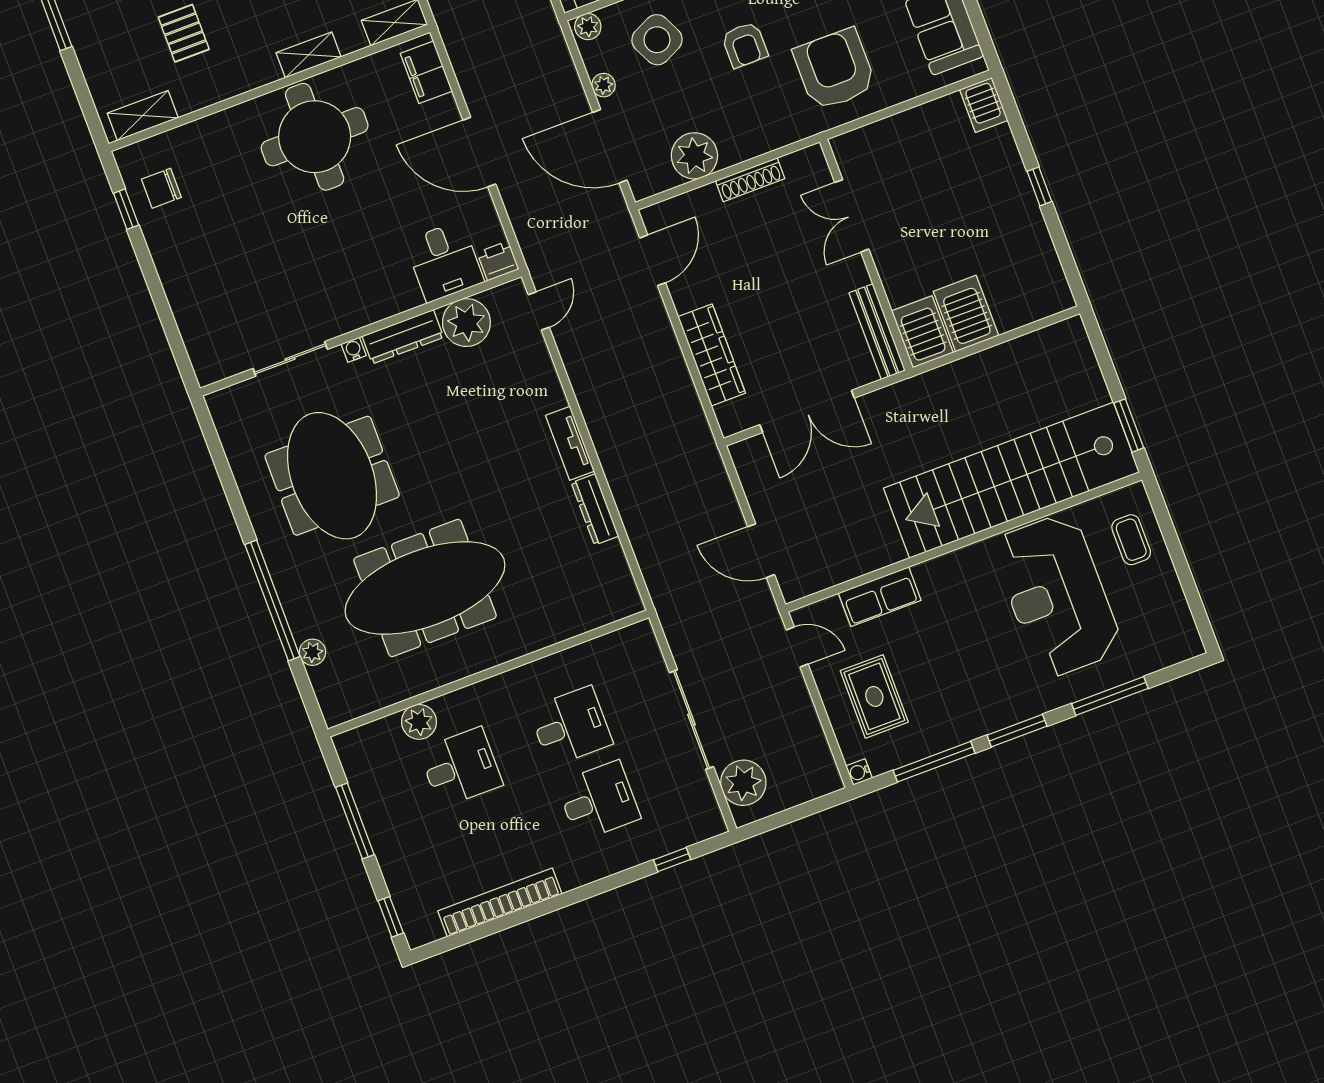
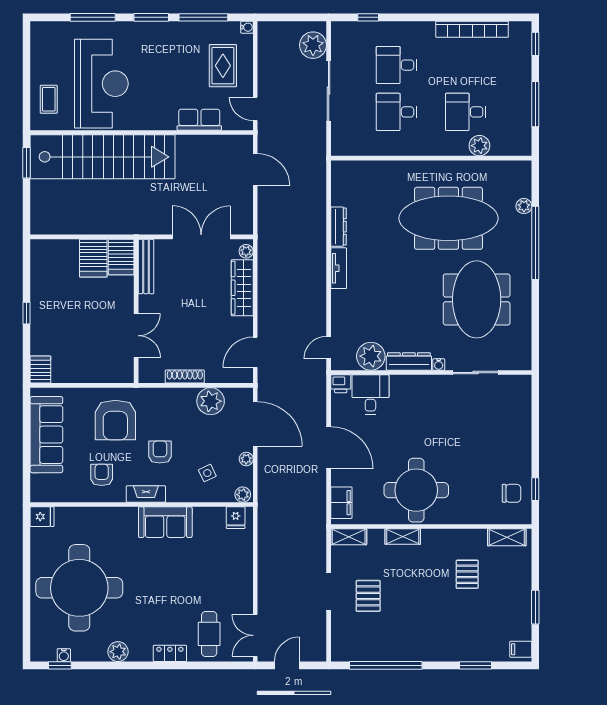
side table: (657, 40) -> (207, 473), width x0.54, depth x0.54
plant: (727, 415) -> (246, 251), added

